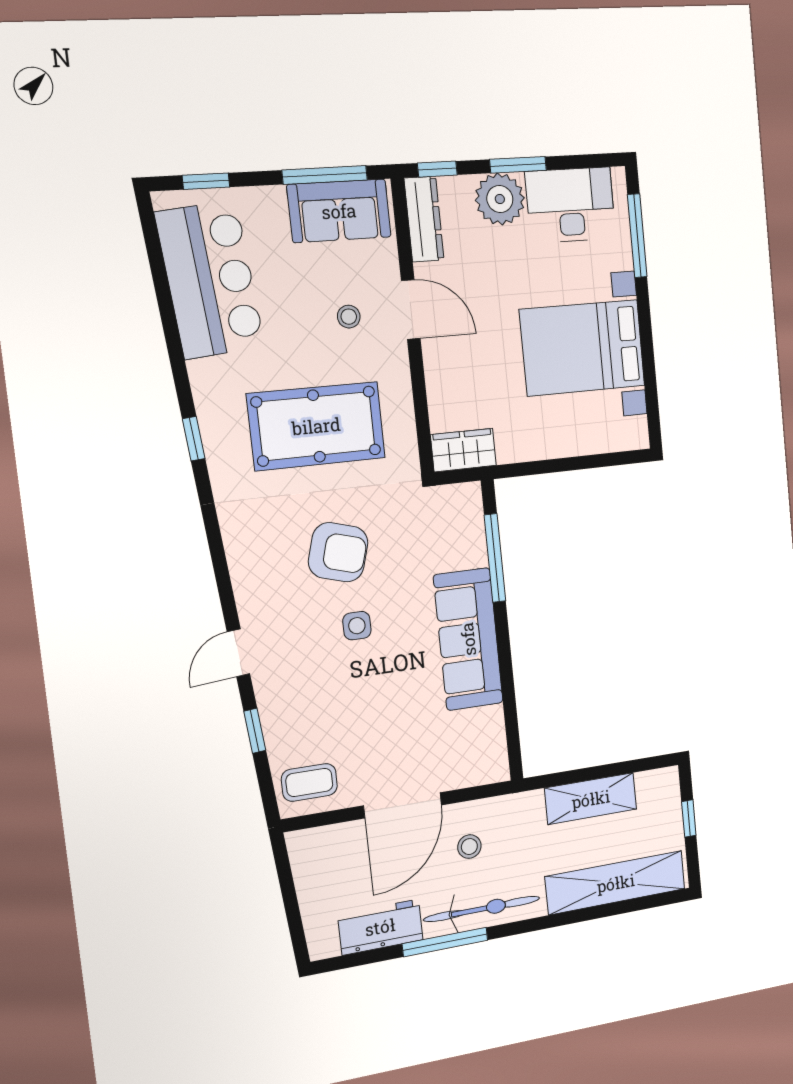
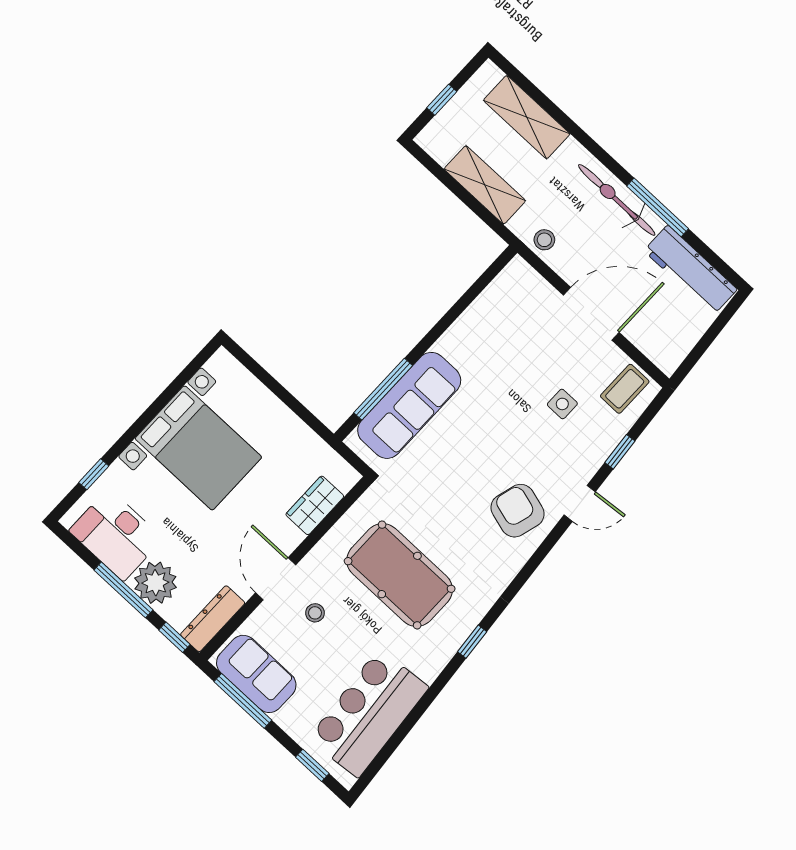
window: (518, 165) -> (123, 590), width x1.44
window: (637, 236) -> (94, 474), width x0.46
wardrobe: (463, 450) -> (315, 505), moved, turned 90
armchair: (338, 552) -> (518, 511), moved
side table: (357, 626) -> (562, 404), moved
sofa: (468, 639) -> (409, 405), moved
coffee table: (309, 782) -> (625, 389), turned 90
stool: (469, 847) -> (544, 240), moved
shelving: (616, 883) -> (527, 117), width x0.68
workbench: (380, 927) -> (691, 270), width x1.38

